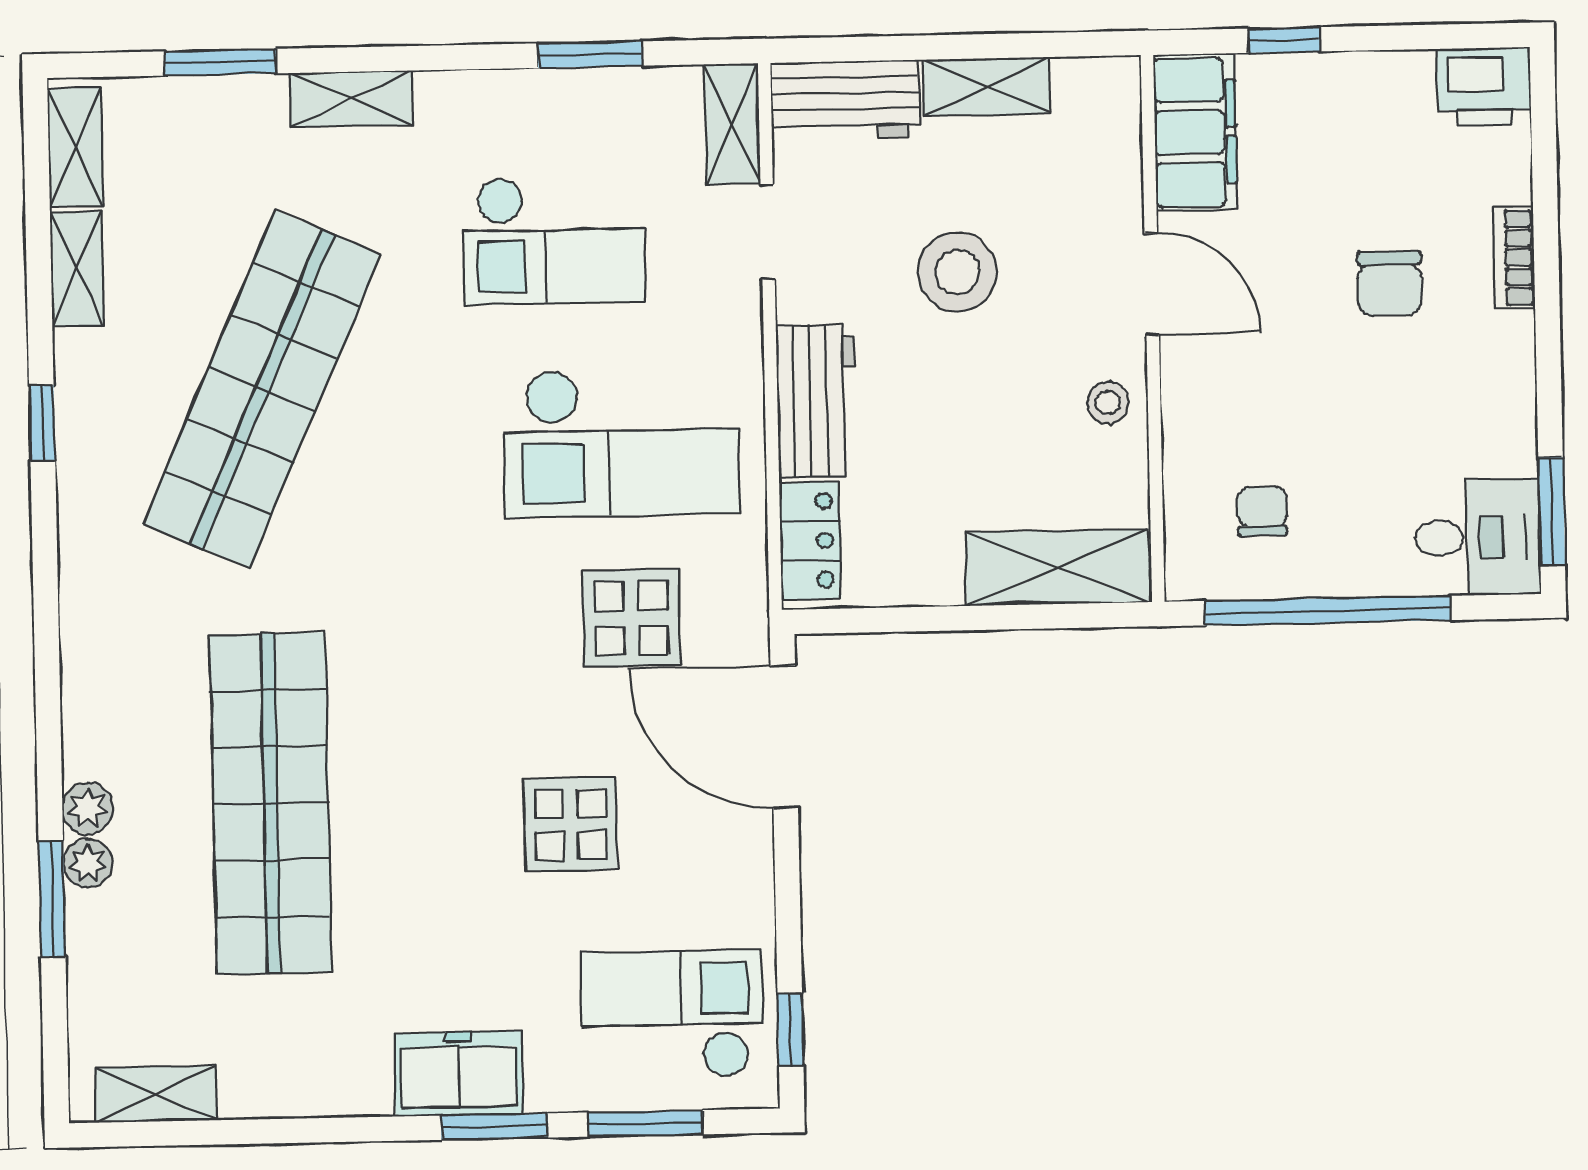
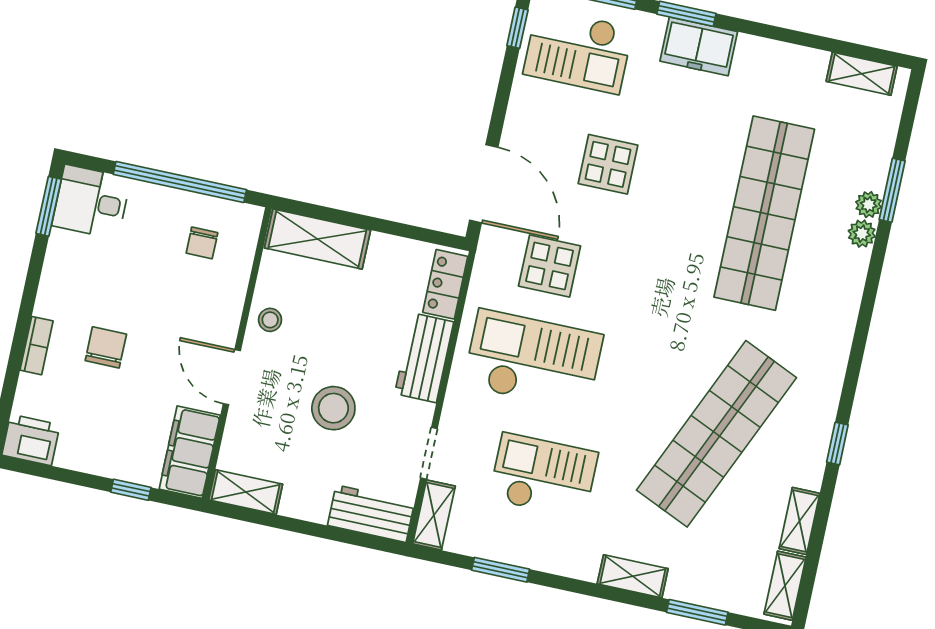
shelving: (987, 87) -> (246, 492), moved

